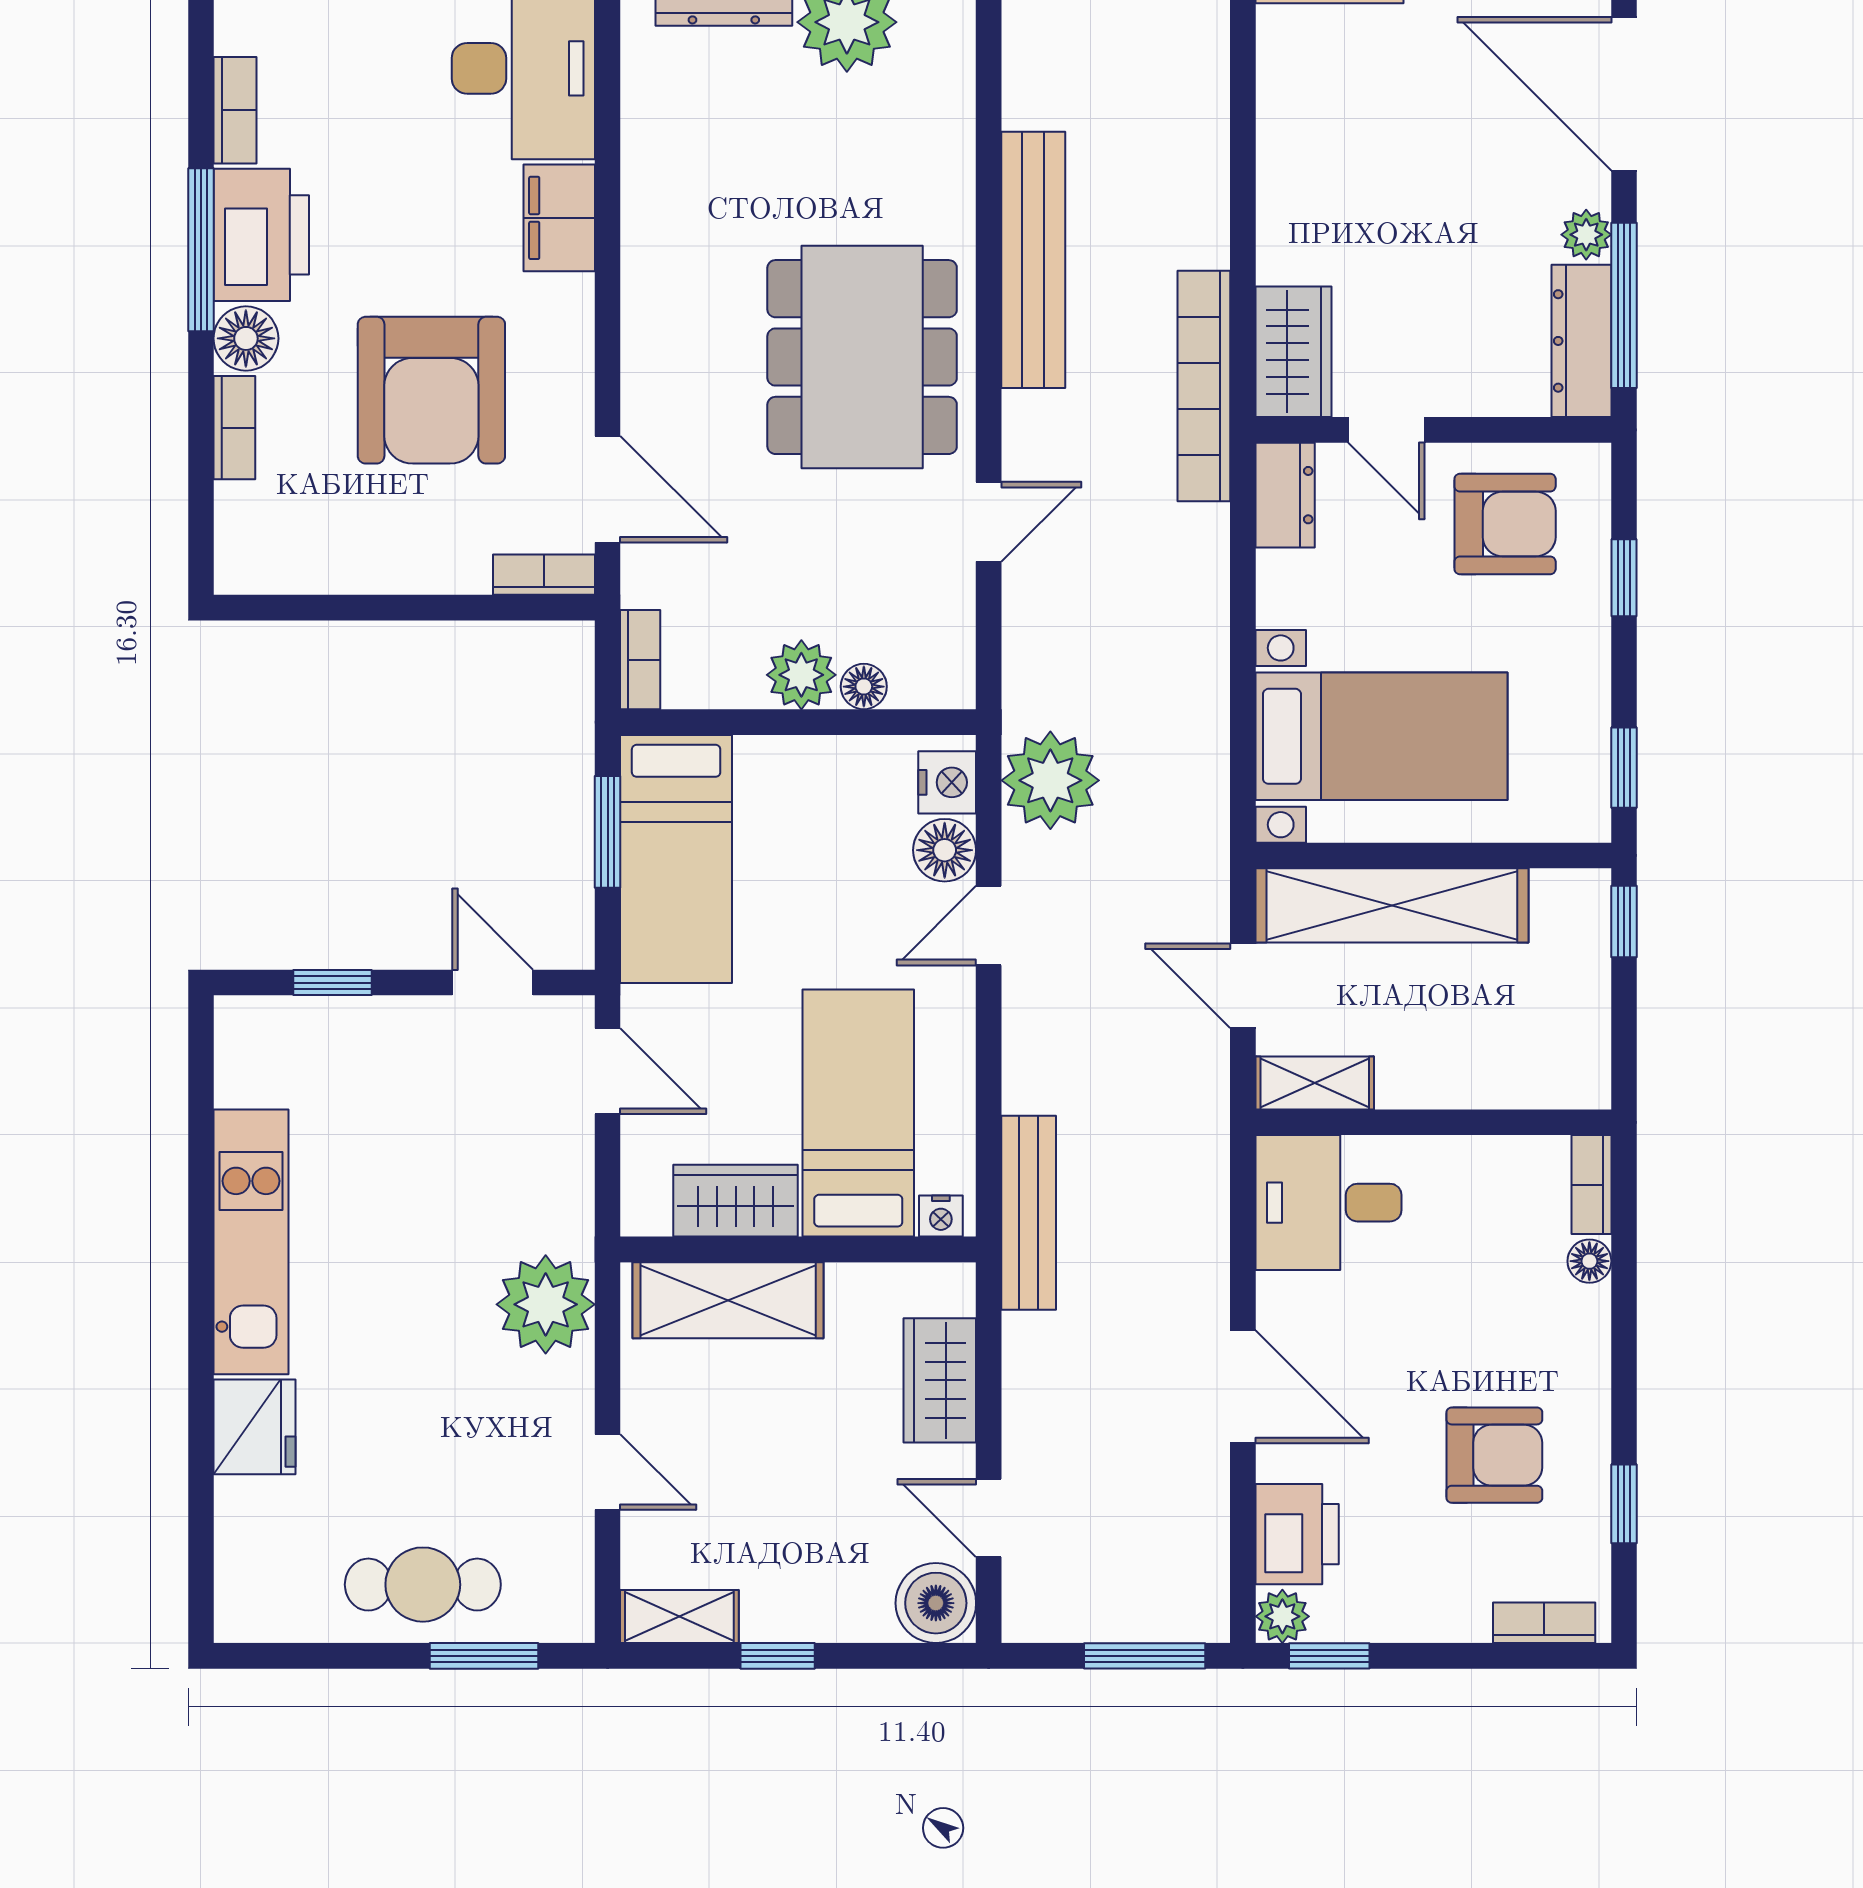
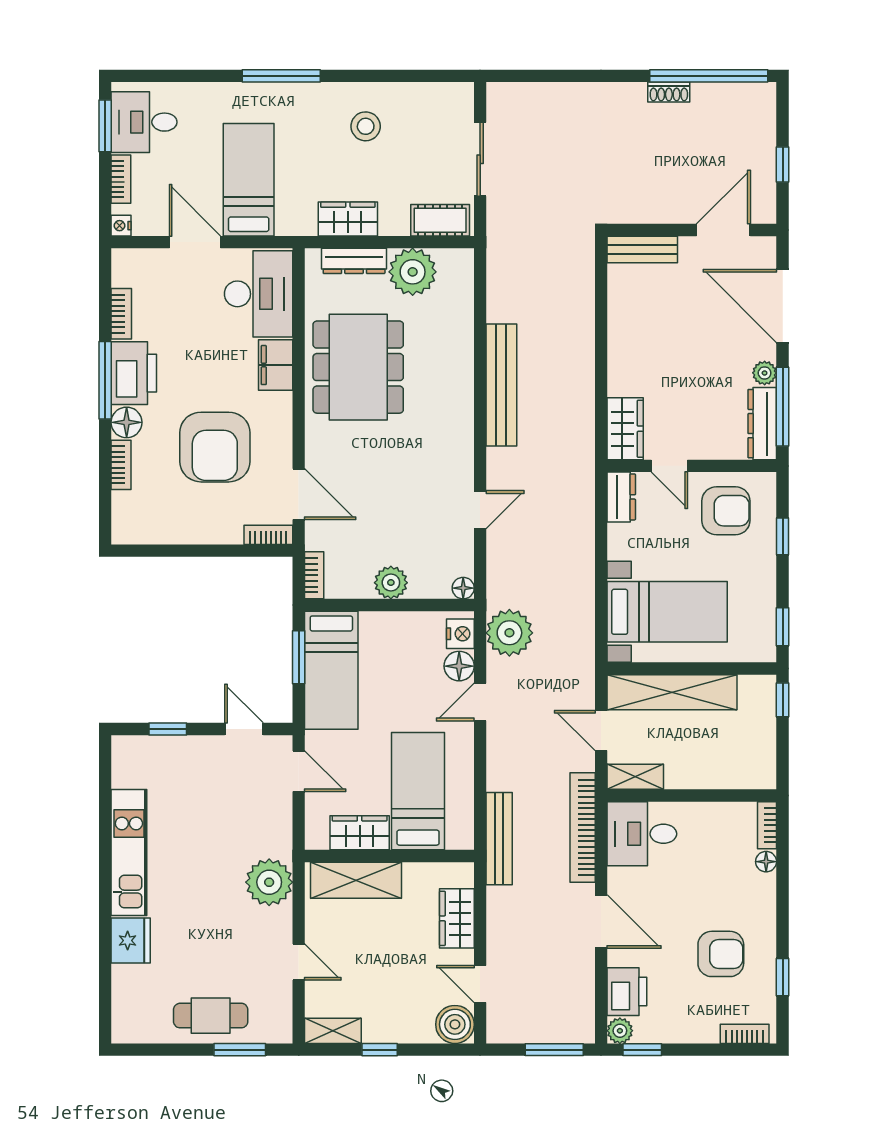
dining table: (862, 357) -> (358, 367), moved
bookcase: (1204, 386) -> (583, 828), moved
floor lamp: (864, 687) -> (463, 588), moved
nightstand: (941, 1216) -> (457, 840), removed

